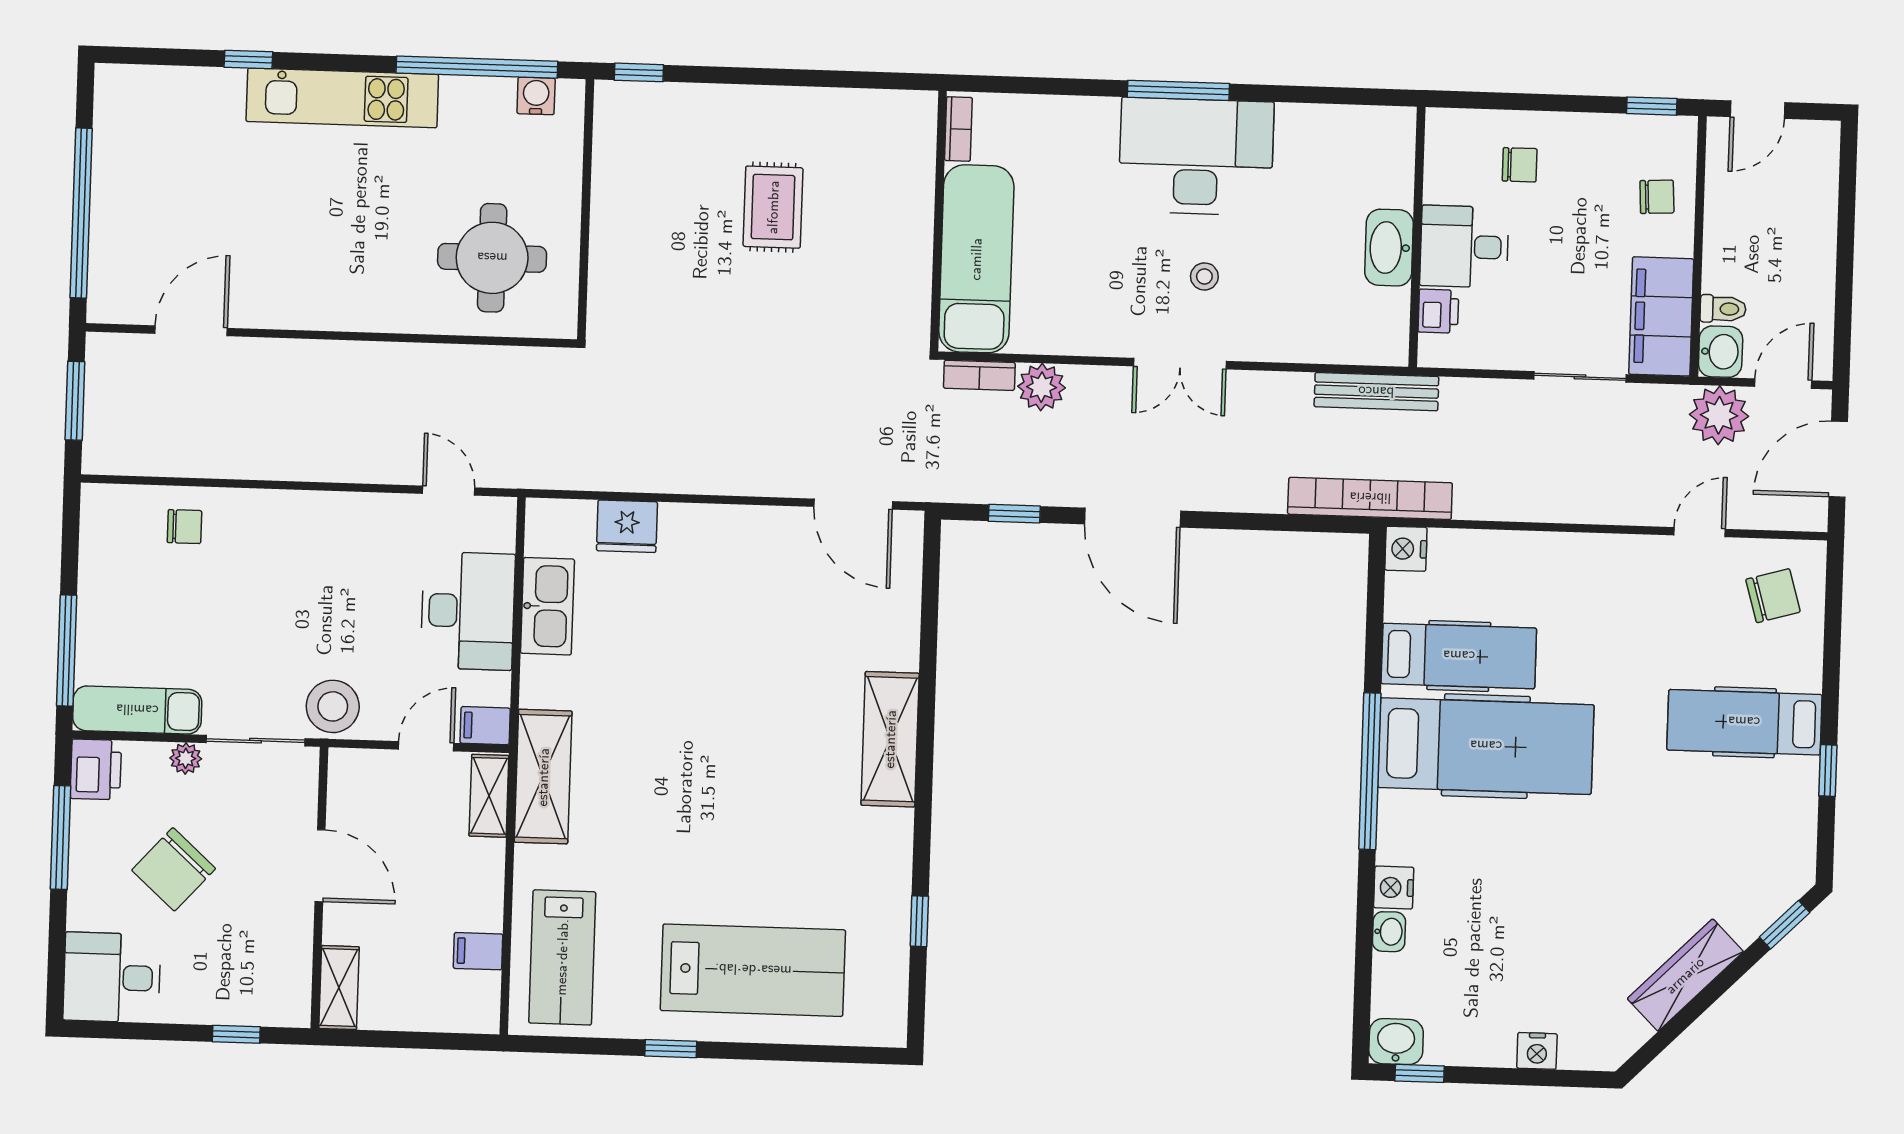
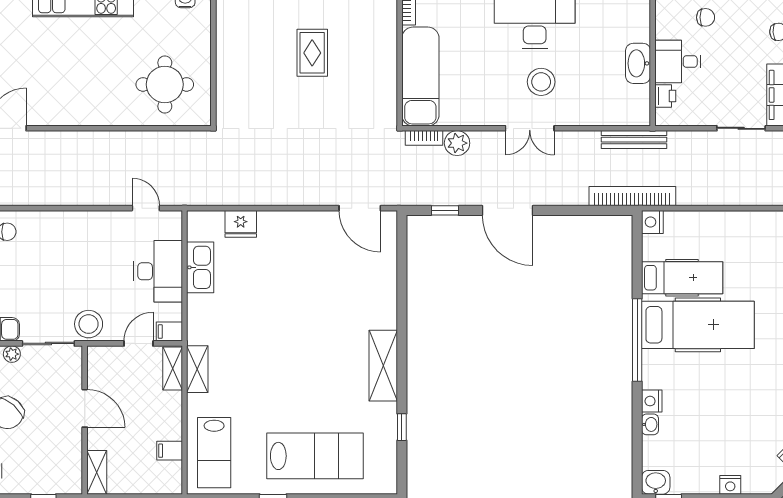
stool: (1204, 276) -> (541, 82), width x1.89, depth x1.89
shelving: (890, 739) -> (383, 366), moved
shelving: (543, 777) -> (197, 369), width x0.67, depth x0.75

